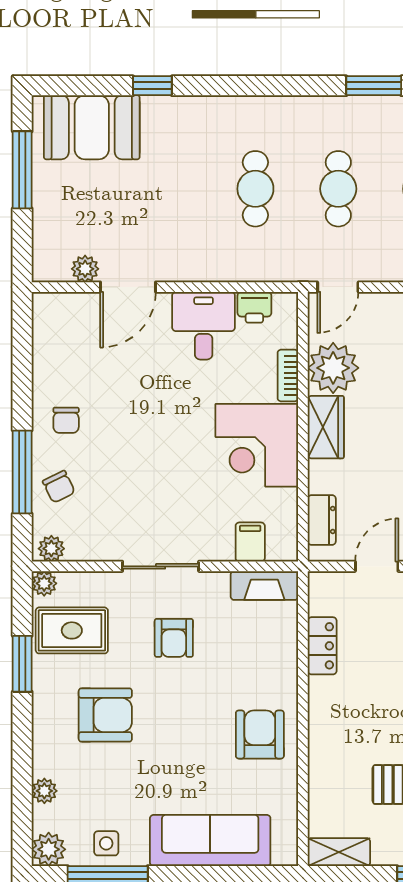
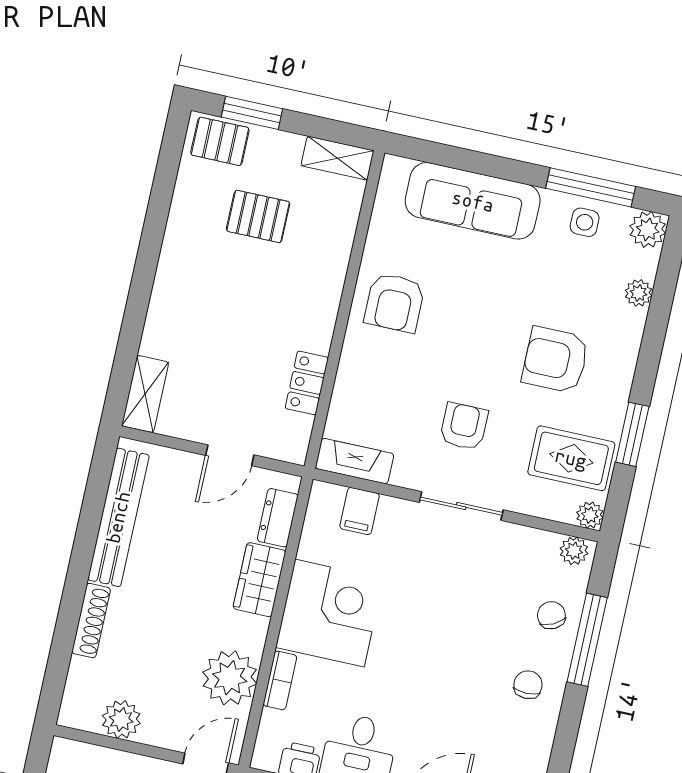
wardrobe: (326, 427) -> (259, 580), moved

